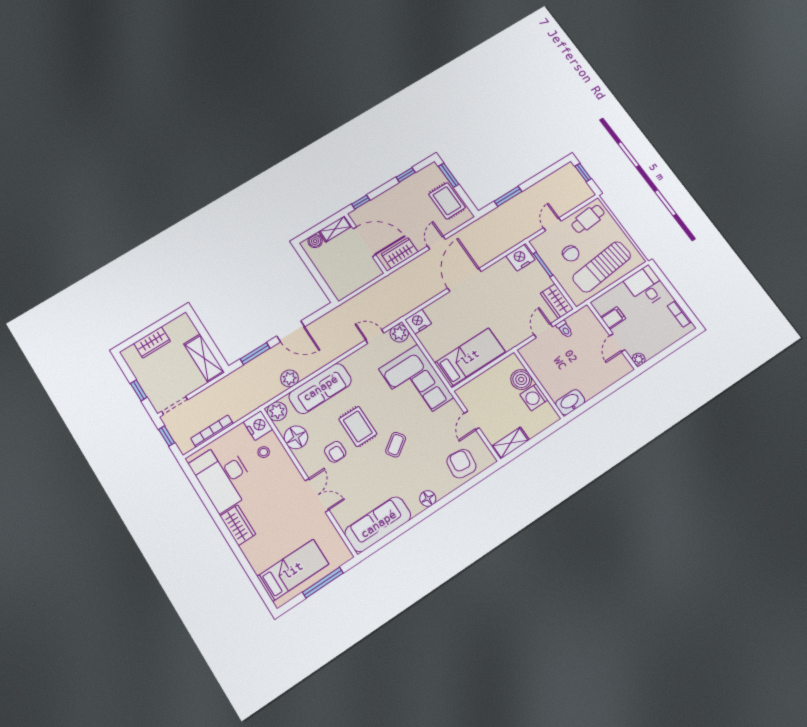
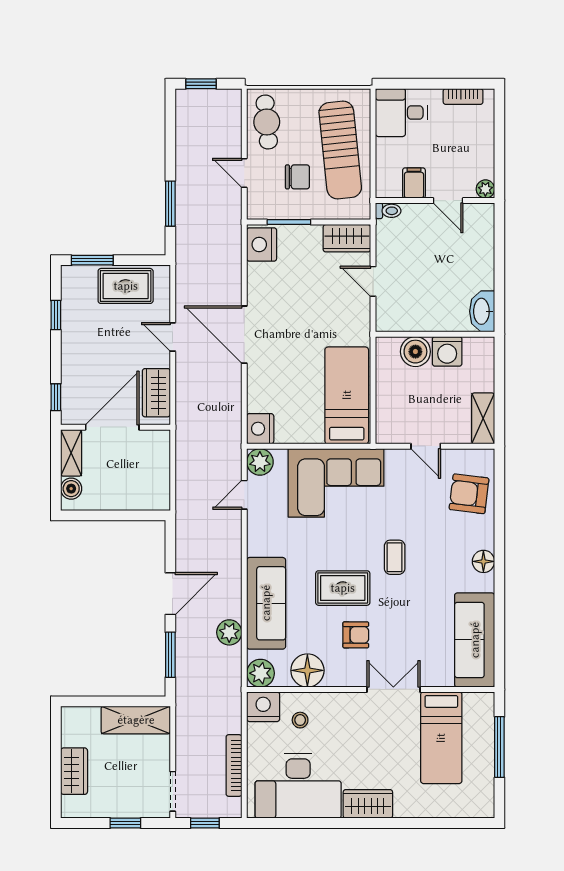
toilet: (564, 329) -> (388, 211), moved
coffee table: (396, 445) -> (395, 557), turned 35
bed: (293, 570) -> (441, 738), moved, turned 180

